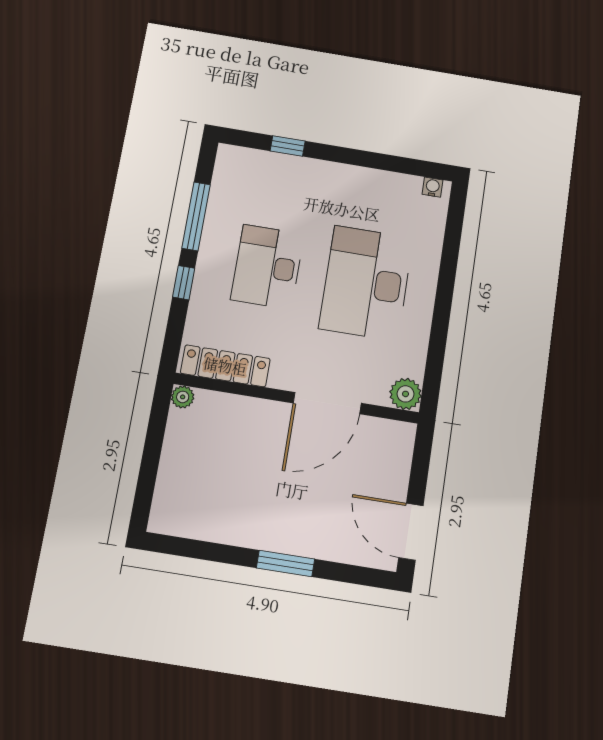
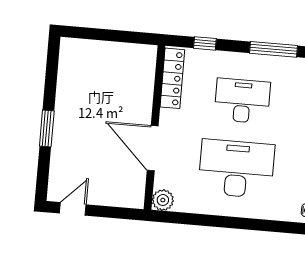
window: (184, 283) -> (205, 43), moved
plant: (183, 397) -> (150, 52), removed
door: (411, 532) -> (73, 209), width x0.73

